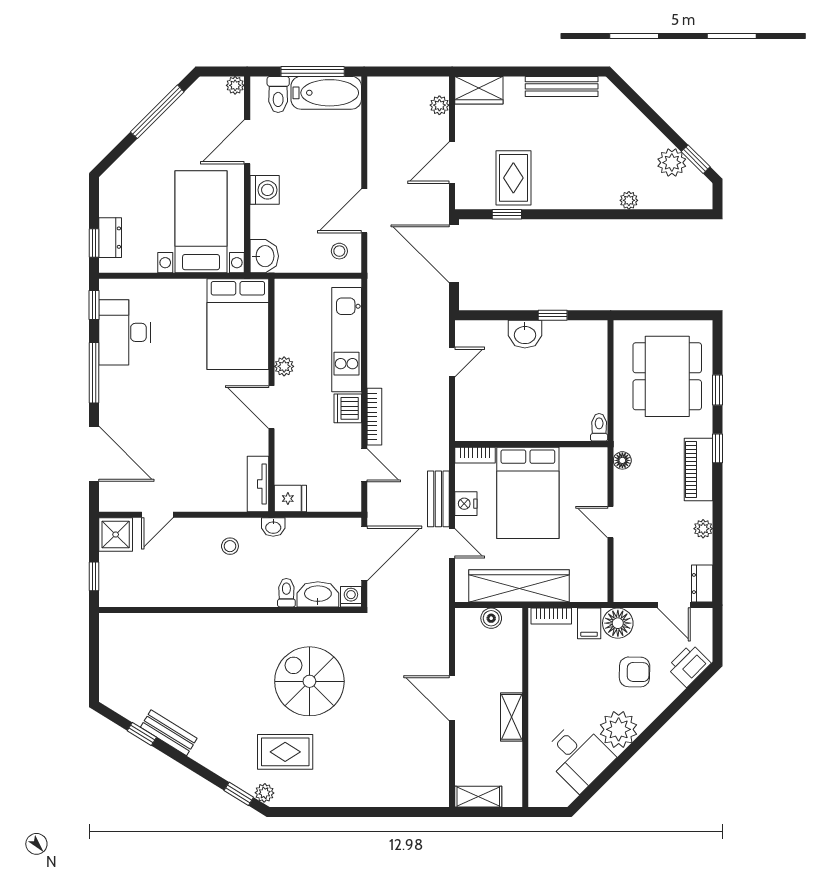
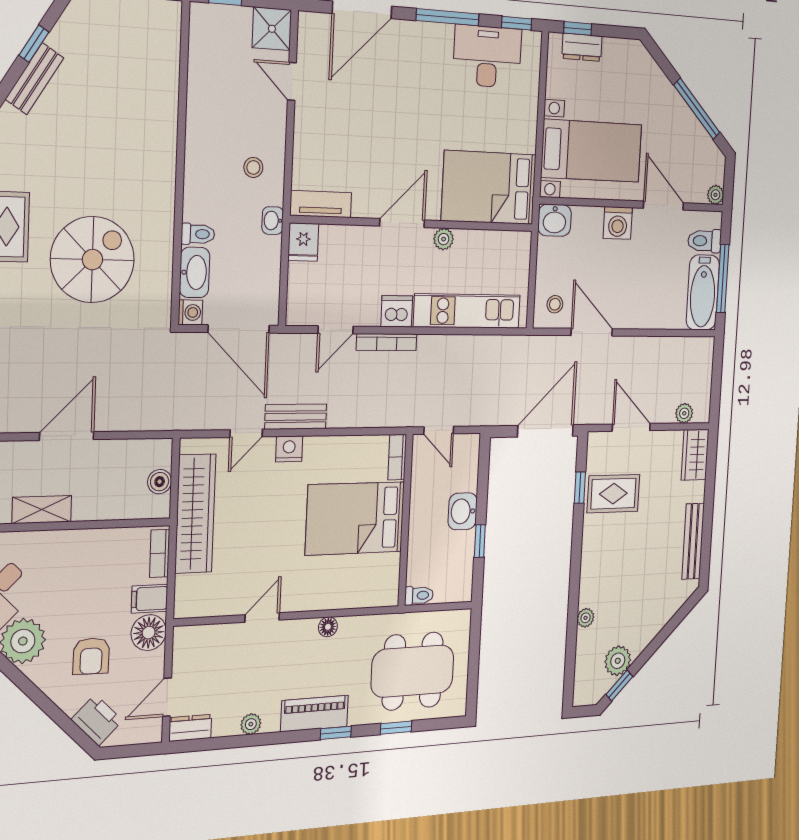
toilet: (599, 427) -> (419, 595), moved
wall: (531, 444) -> (405, 520), moved
bookcase: (475, 455) -> (397, 457), moved
bed: (528, 493) -> (355, 518), moved

